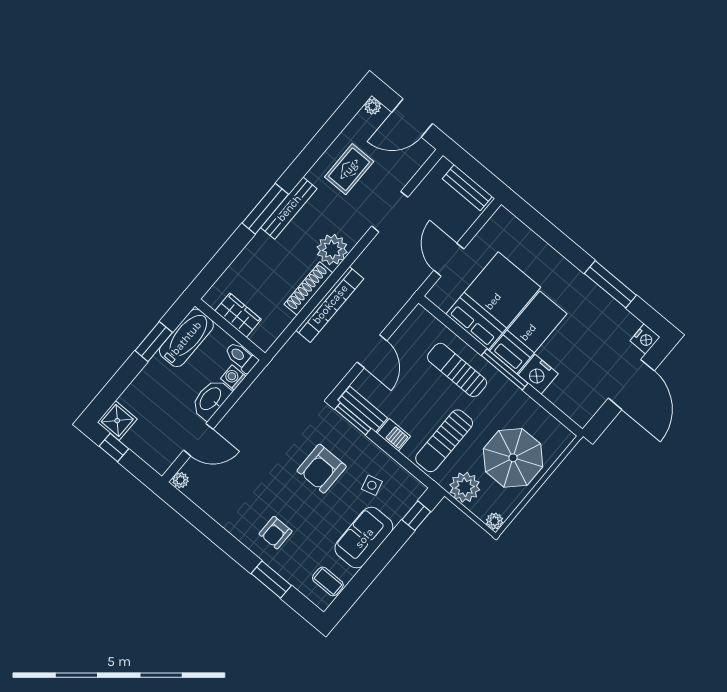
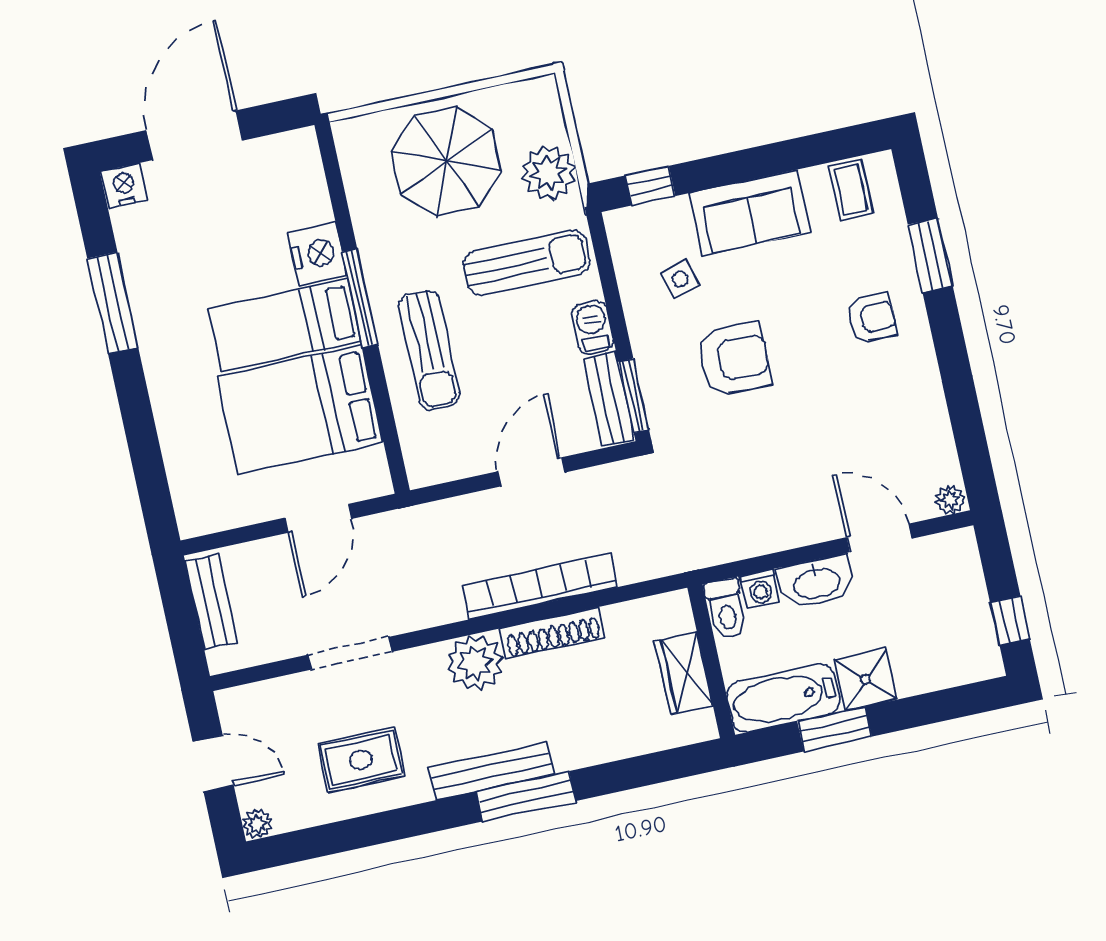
door: (412, 118) -> (213, 764), width x0.73
shower: (117, 421) -> (866, 680), moved
plant: (495, 521) -> (543, 91), removed

